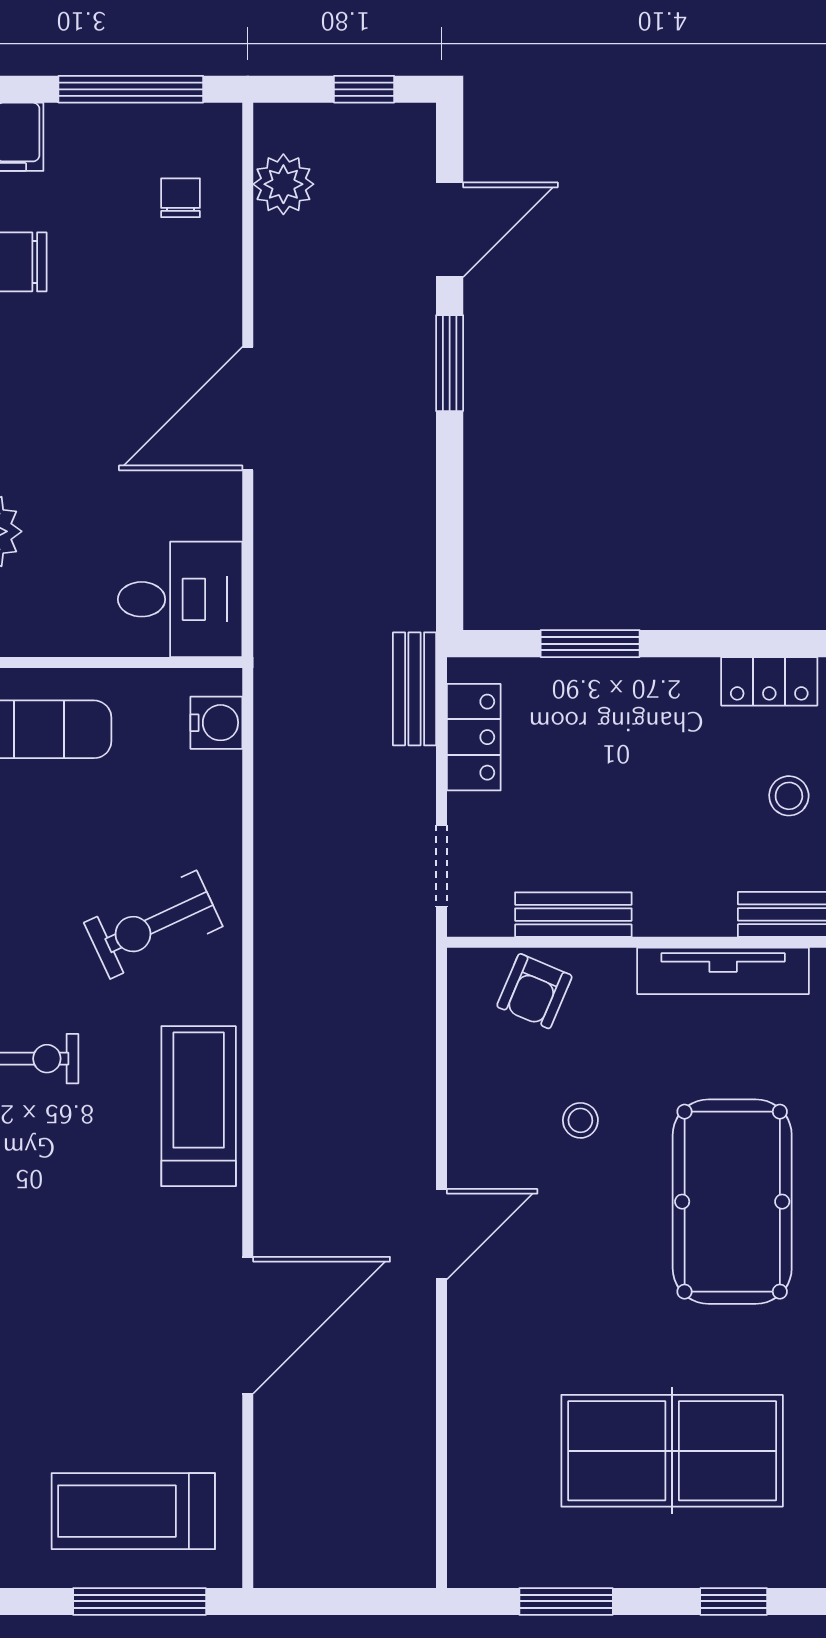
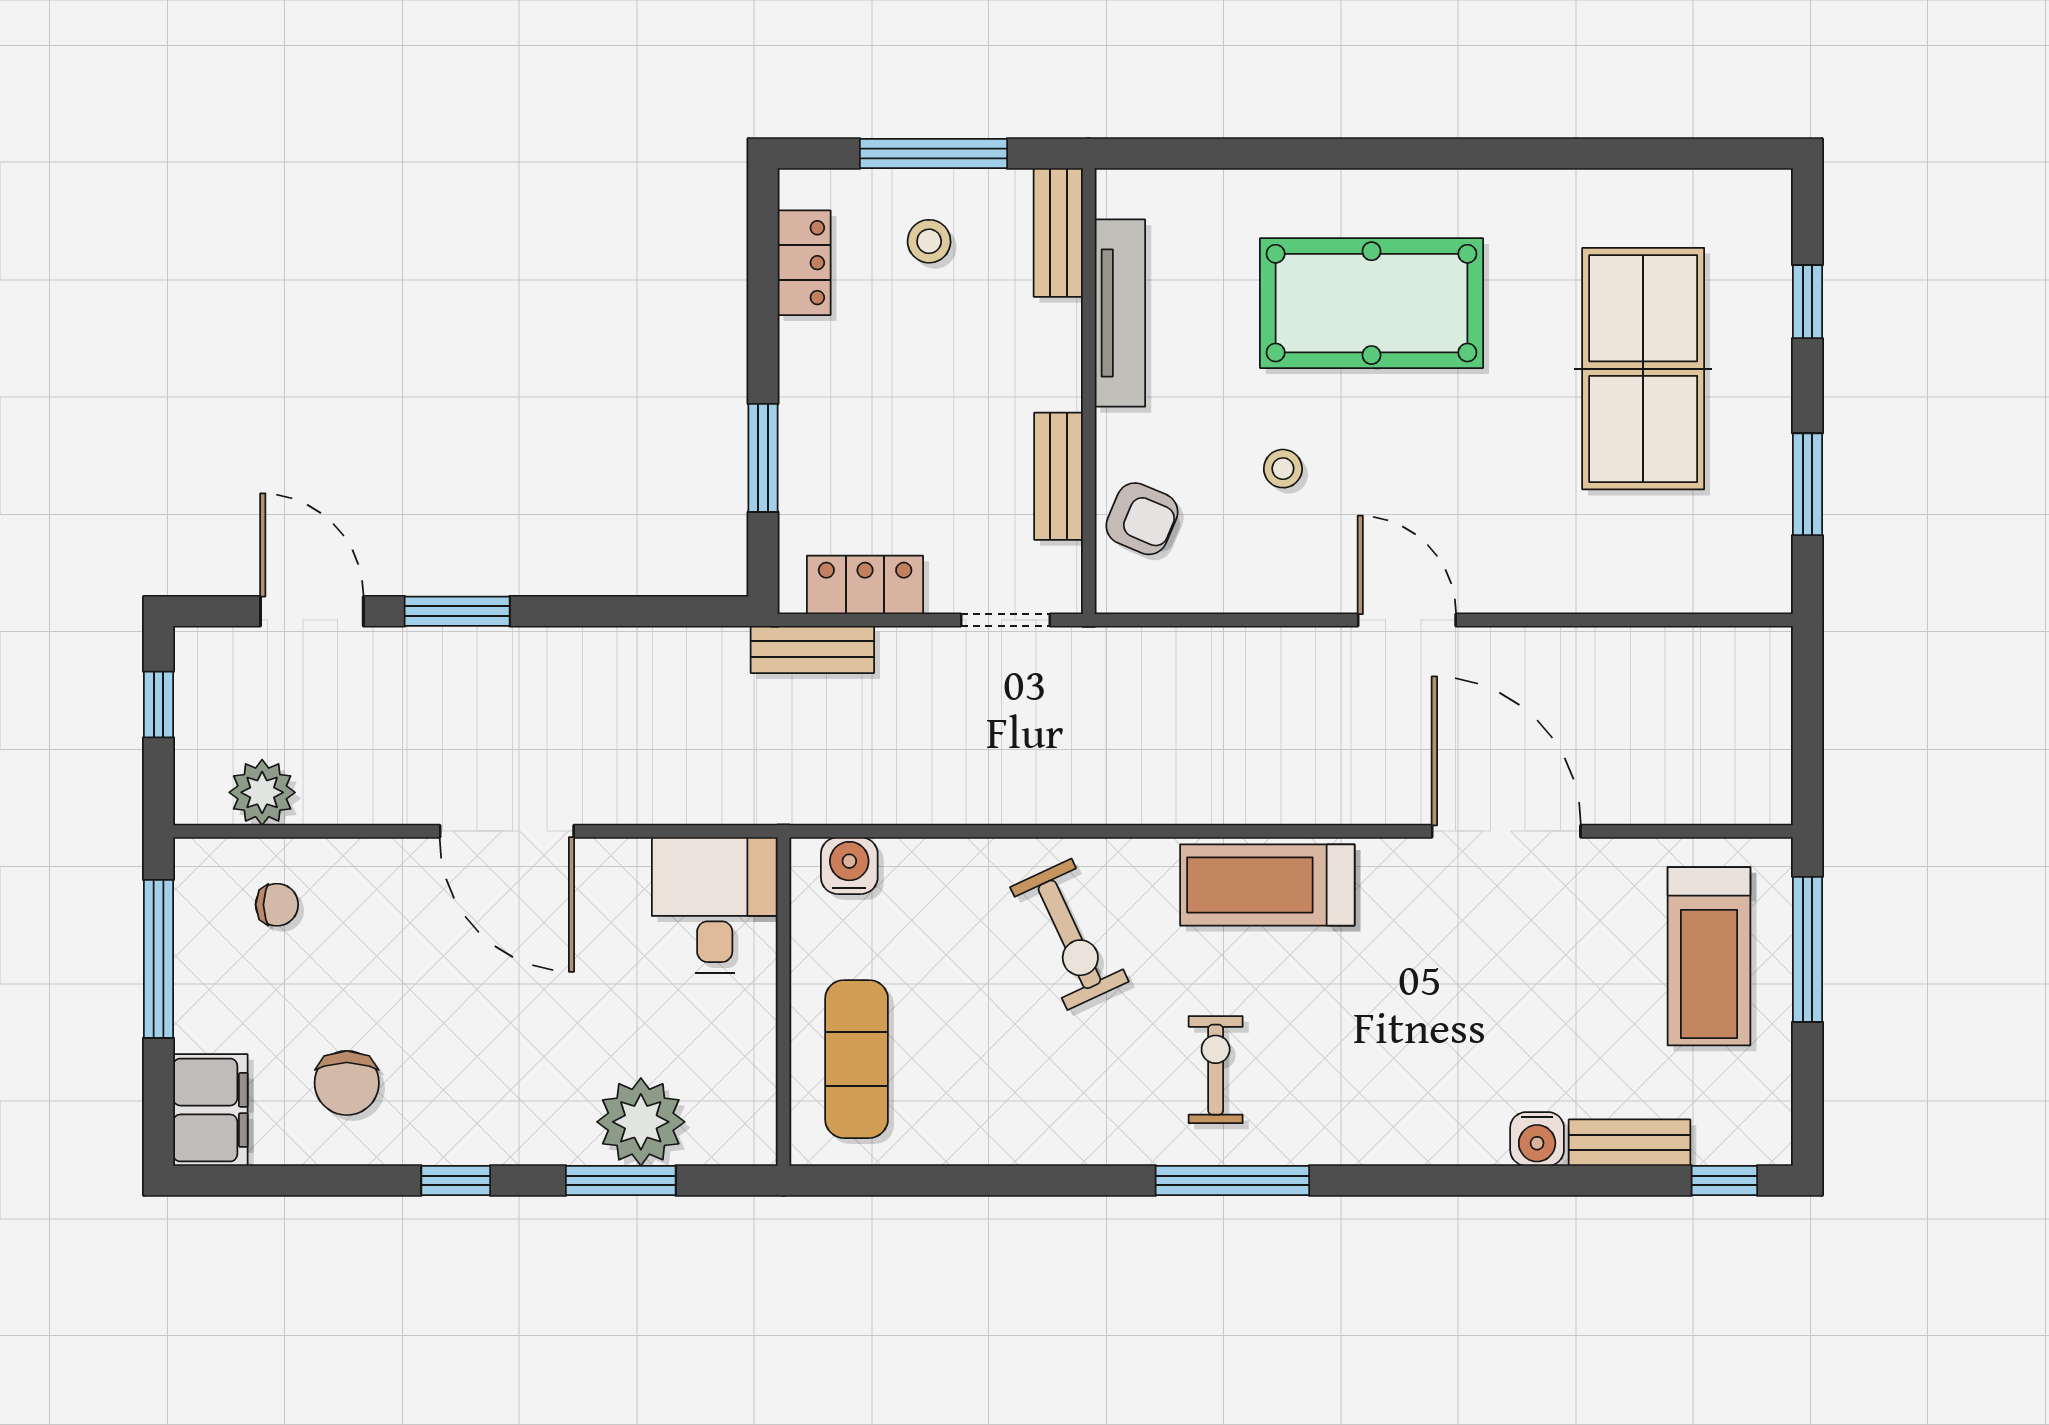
chair: (181, 198) -> (277, 905), turned 180

